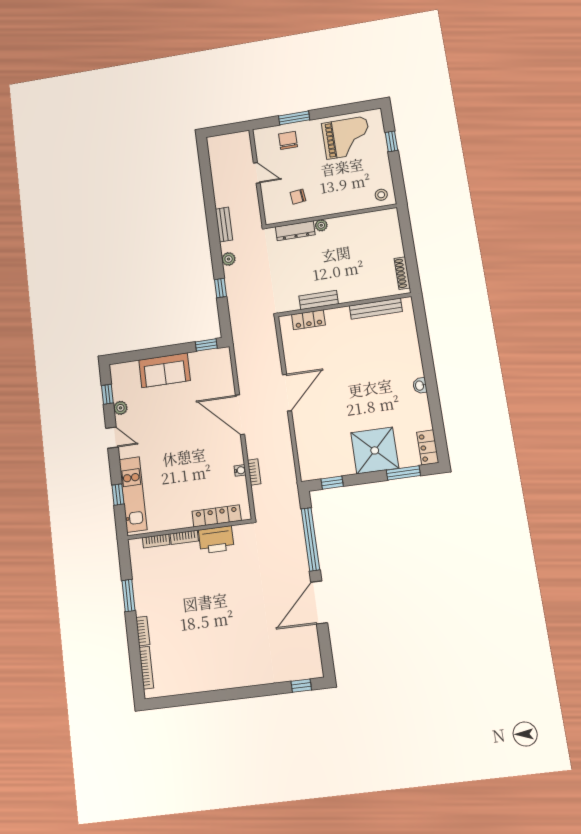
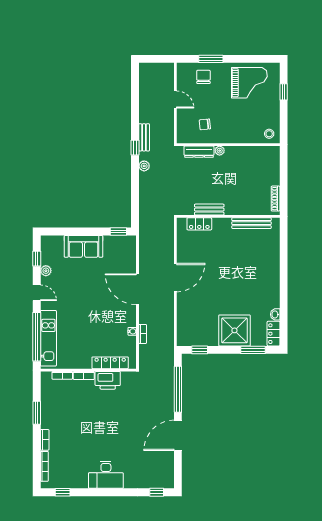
window: (221, 288) -> (135, 148), moved
washbasin: (420, 386) -> (275, 314), moved
window: (118, 495) -> (37, 337), width x3.17
desk: (230, 669) -> (106, 475), added
window: (174, 701) -> (63, 492), added

